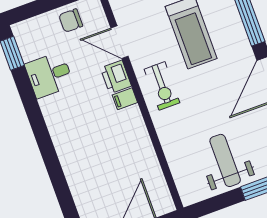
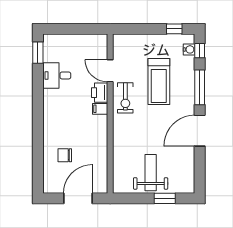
chair: (71, 21) -> (65, 155), moved
exercise bike: (162, 86) -> (125, 98), moved

